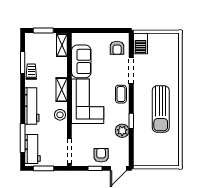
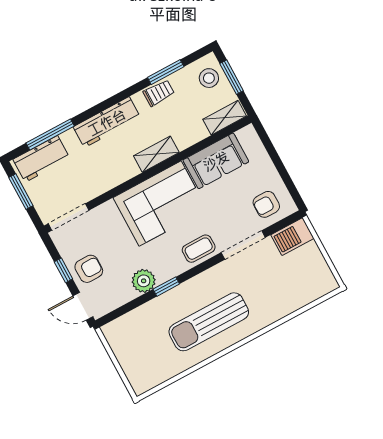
stool: (60, 115) -> (209, 78), moved

